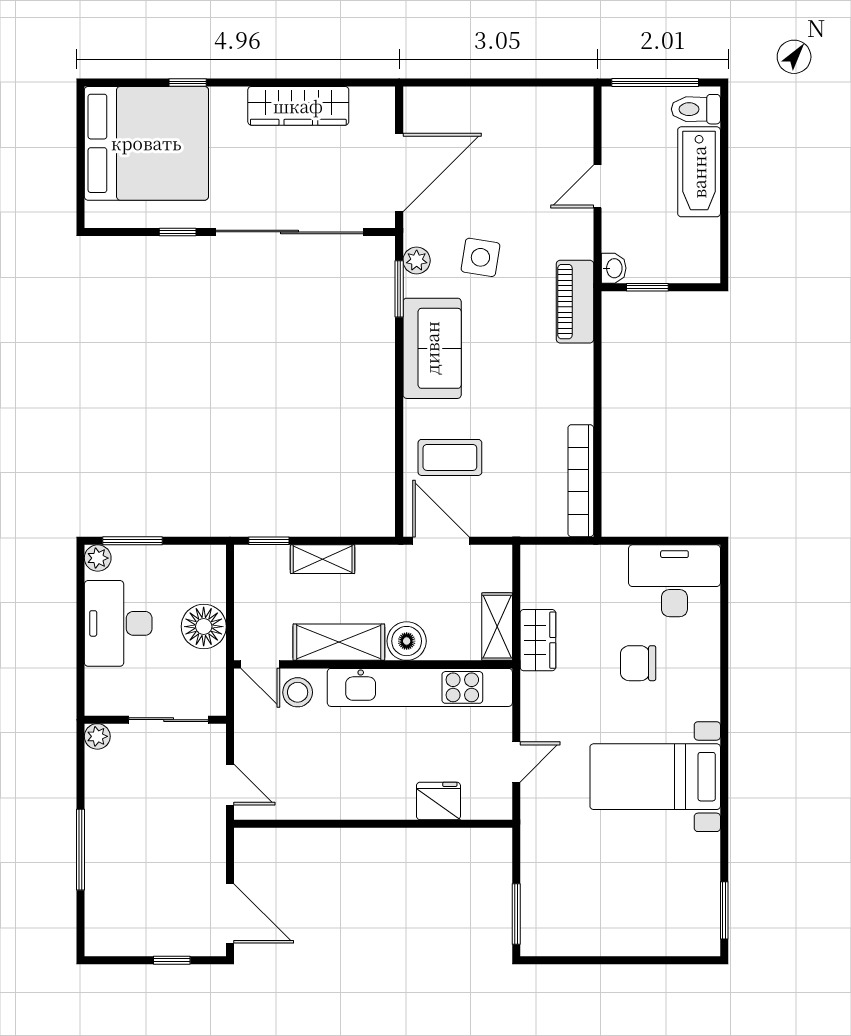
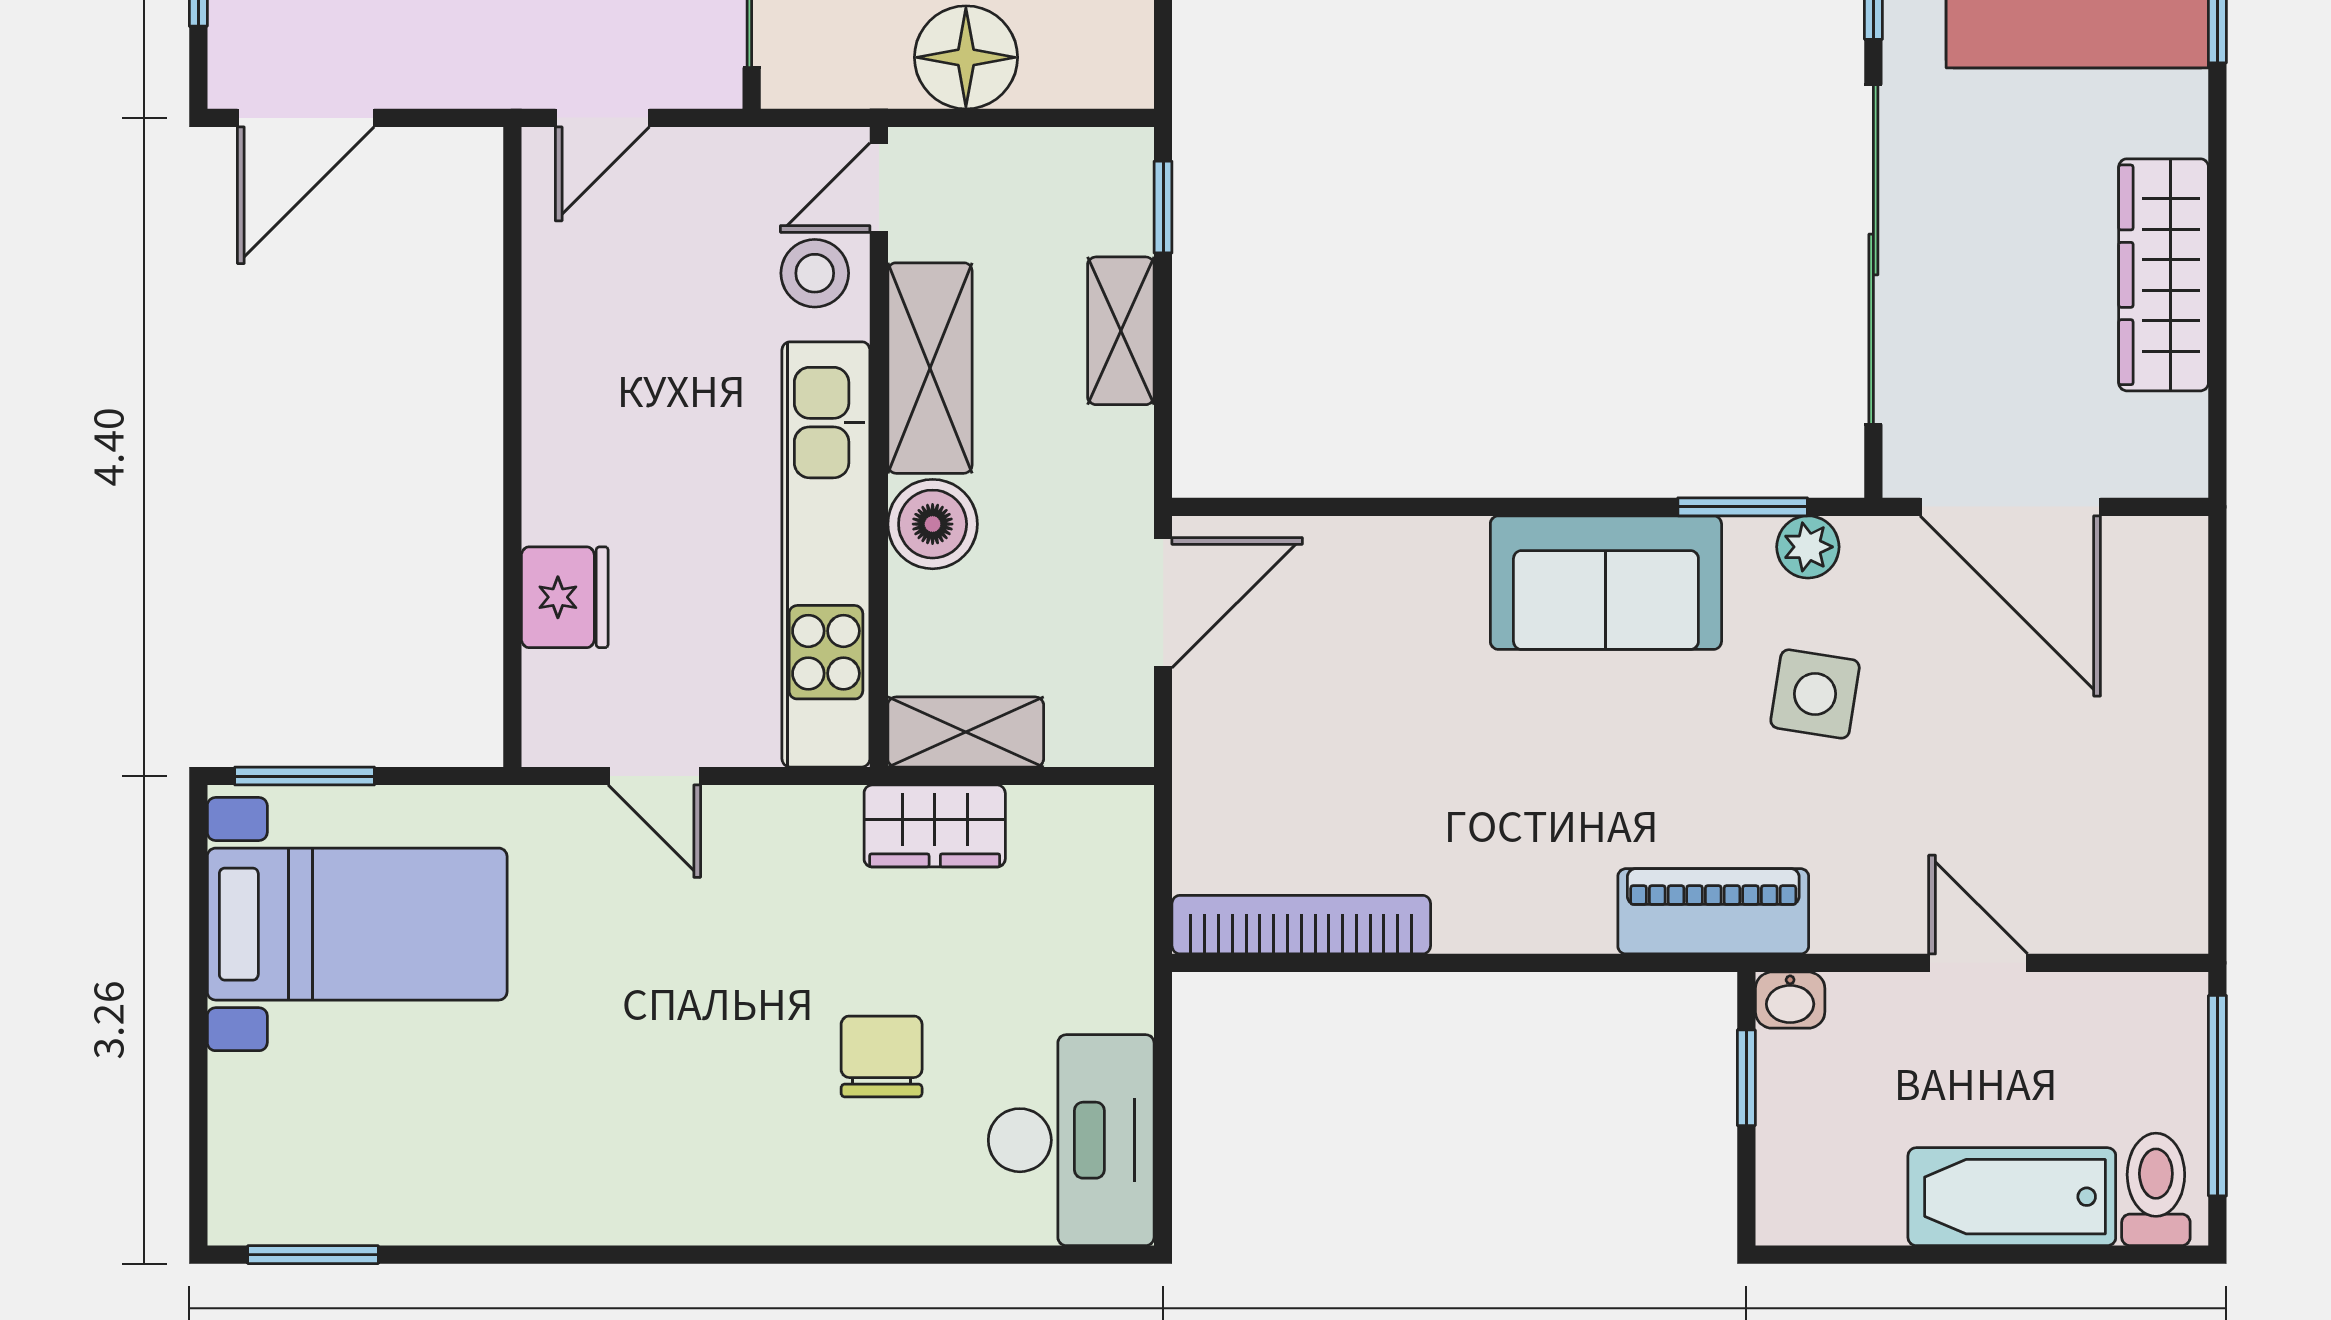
coffee table: (450, 457) -> (1355, 624), removed
bed with nightstands: (655, 777) -> (357, 924), moved, turned 90

